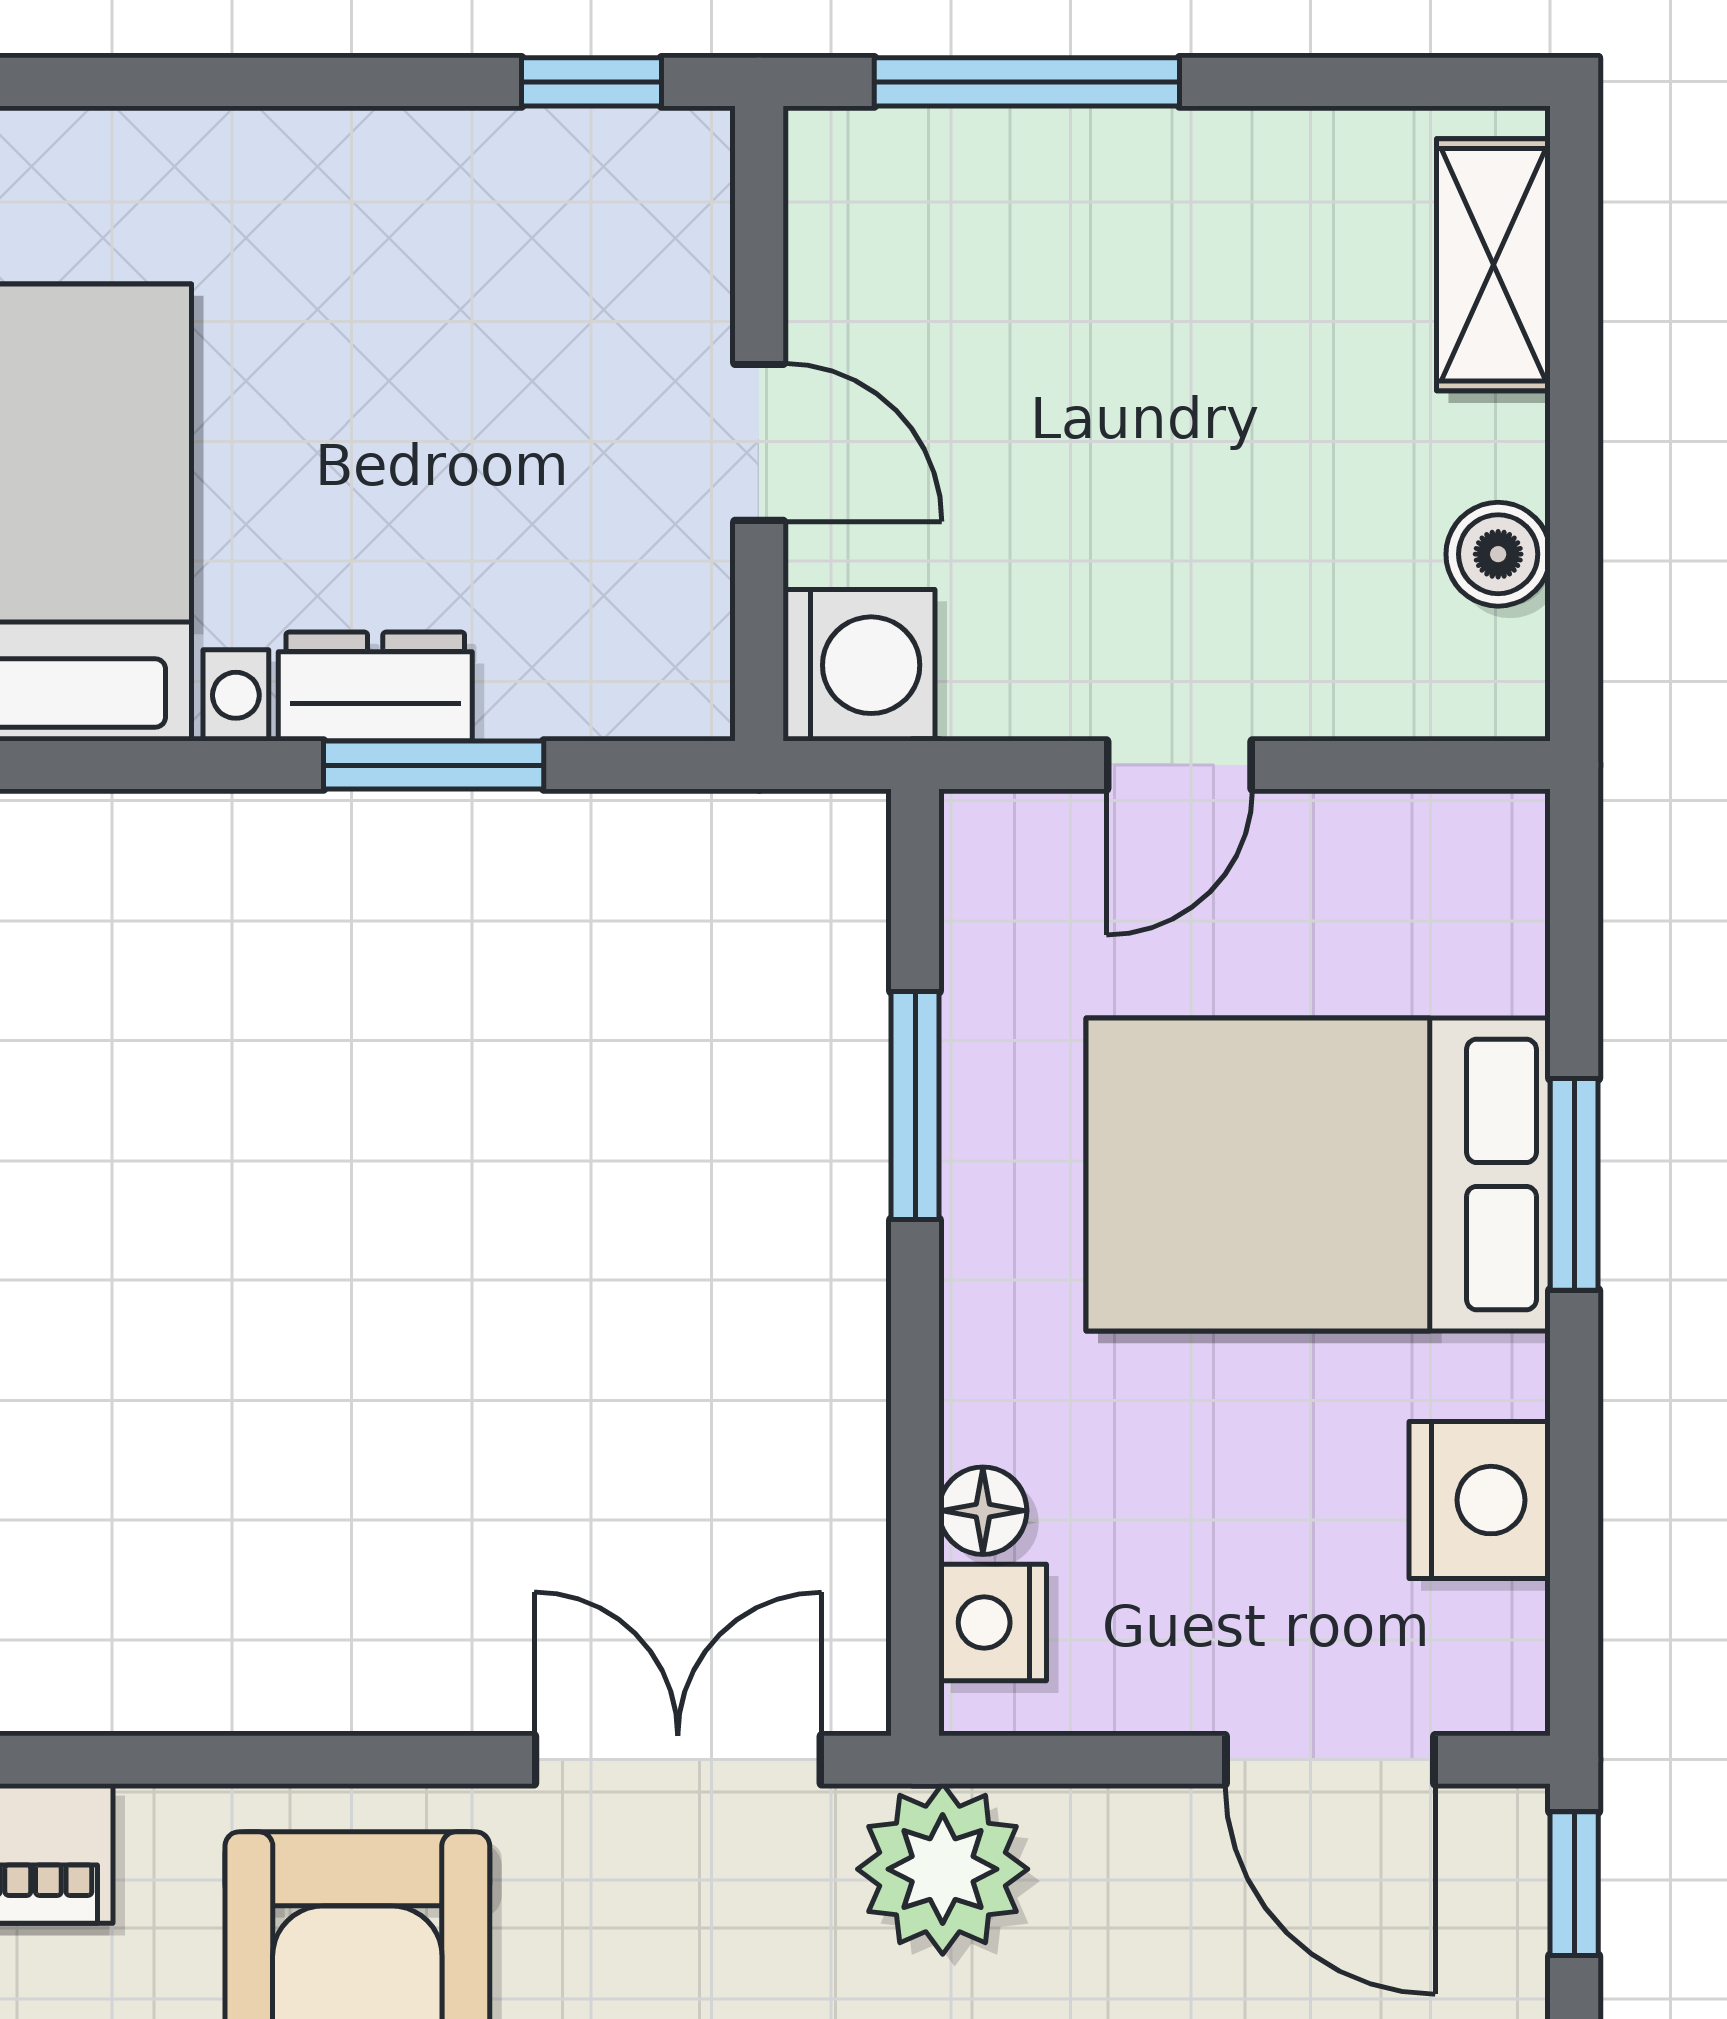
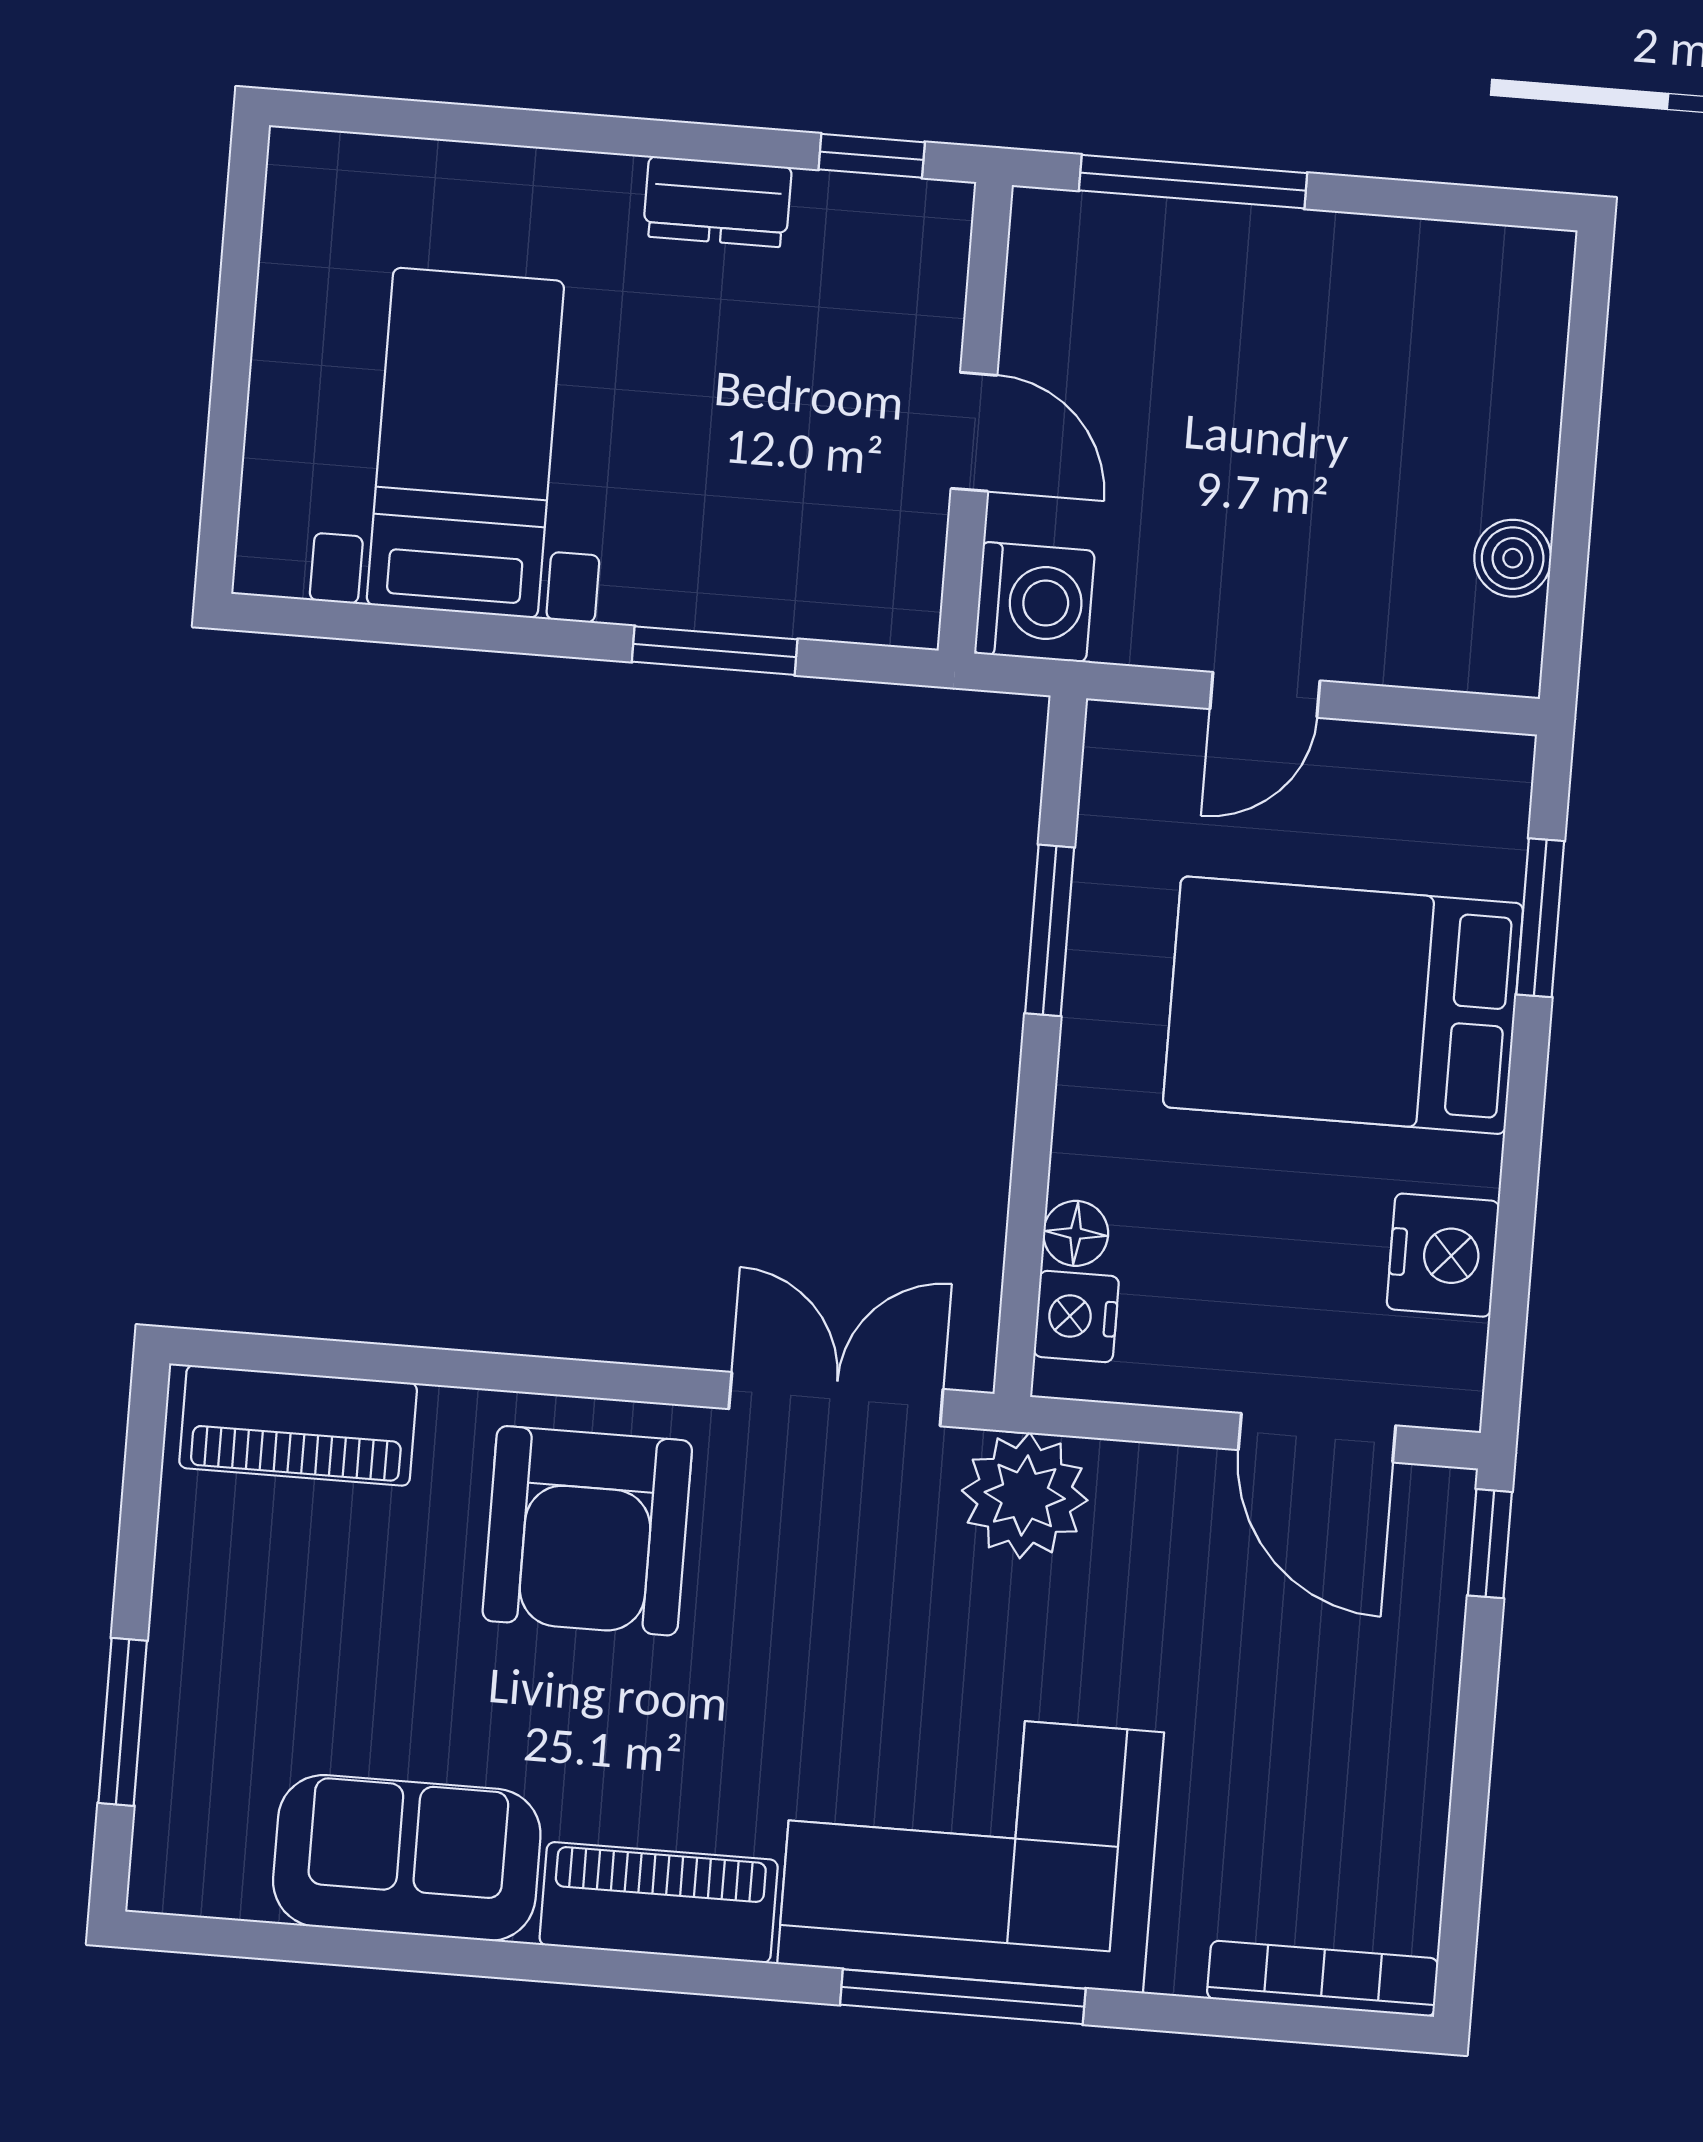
shelving: (1493, 265) -> (1526, 344), removed
dresser: (375, 687) -> (717, 202), moved, turned 180
window: (1574, 1184) -> (1540, 918), moved

